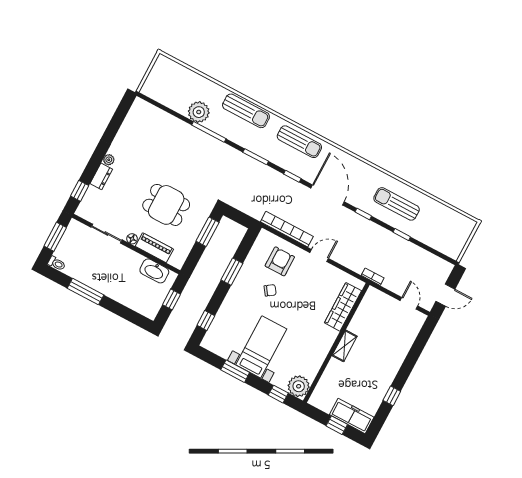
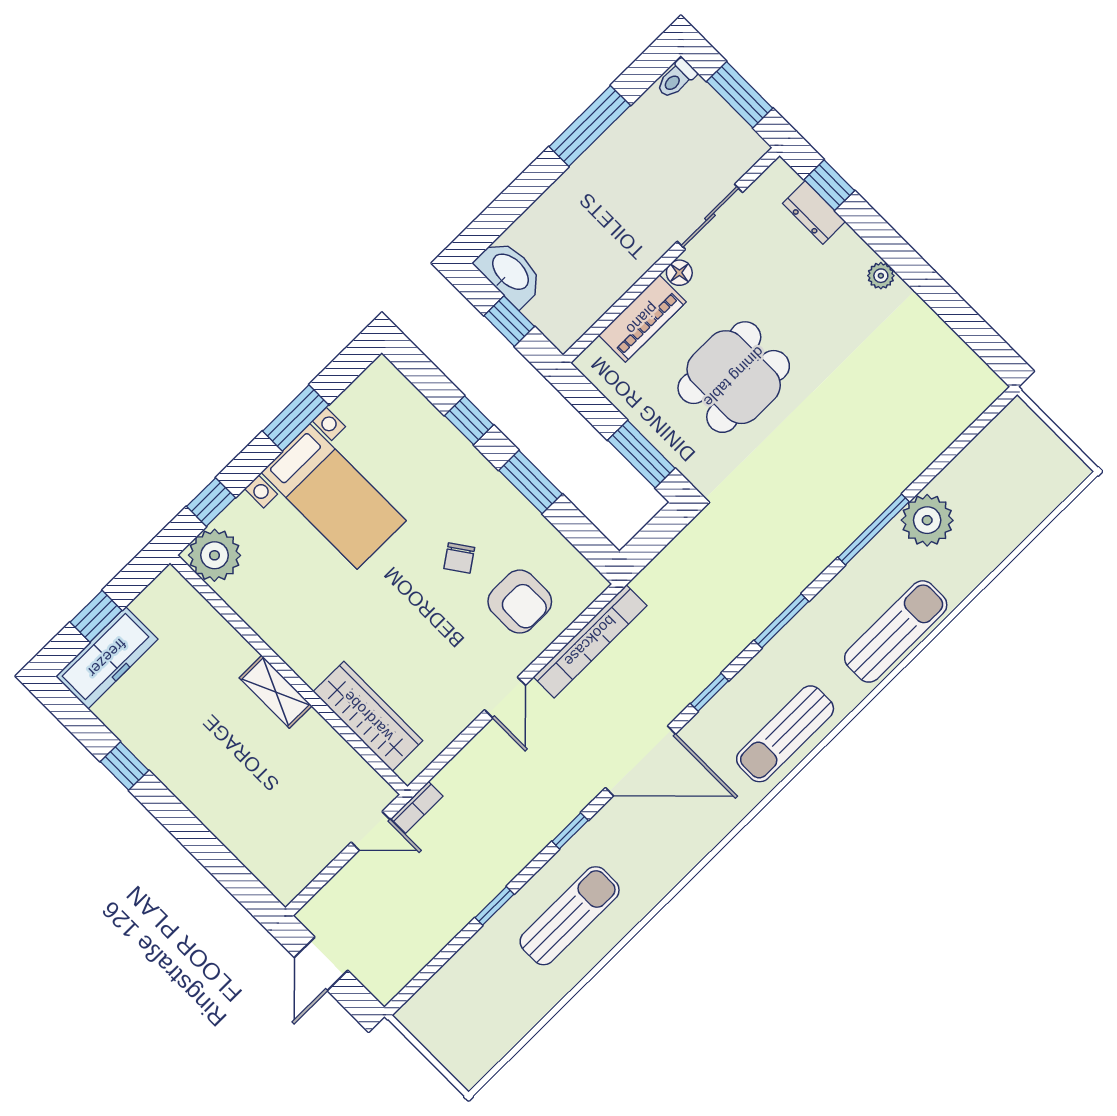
sun lounger: (246, 111) -> (896, 631), turned 180
dresser: (101, 176) -> (814, 212), moved
washbasin: (154, 271) -> (510, 273), moved, turned 90
door: (409, 303) -> (371, 831), moved
window: (206, 320) -> (469, 420), moved

